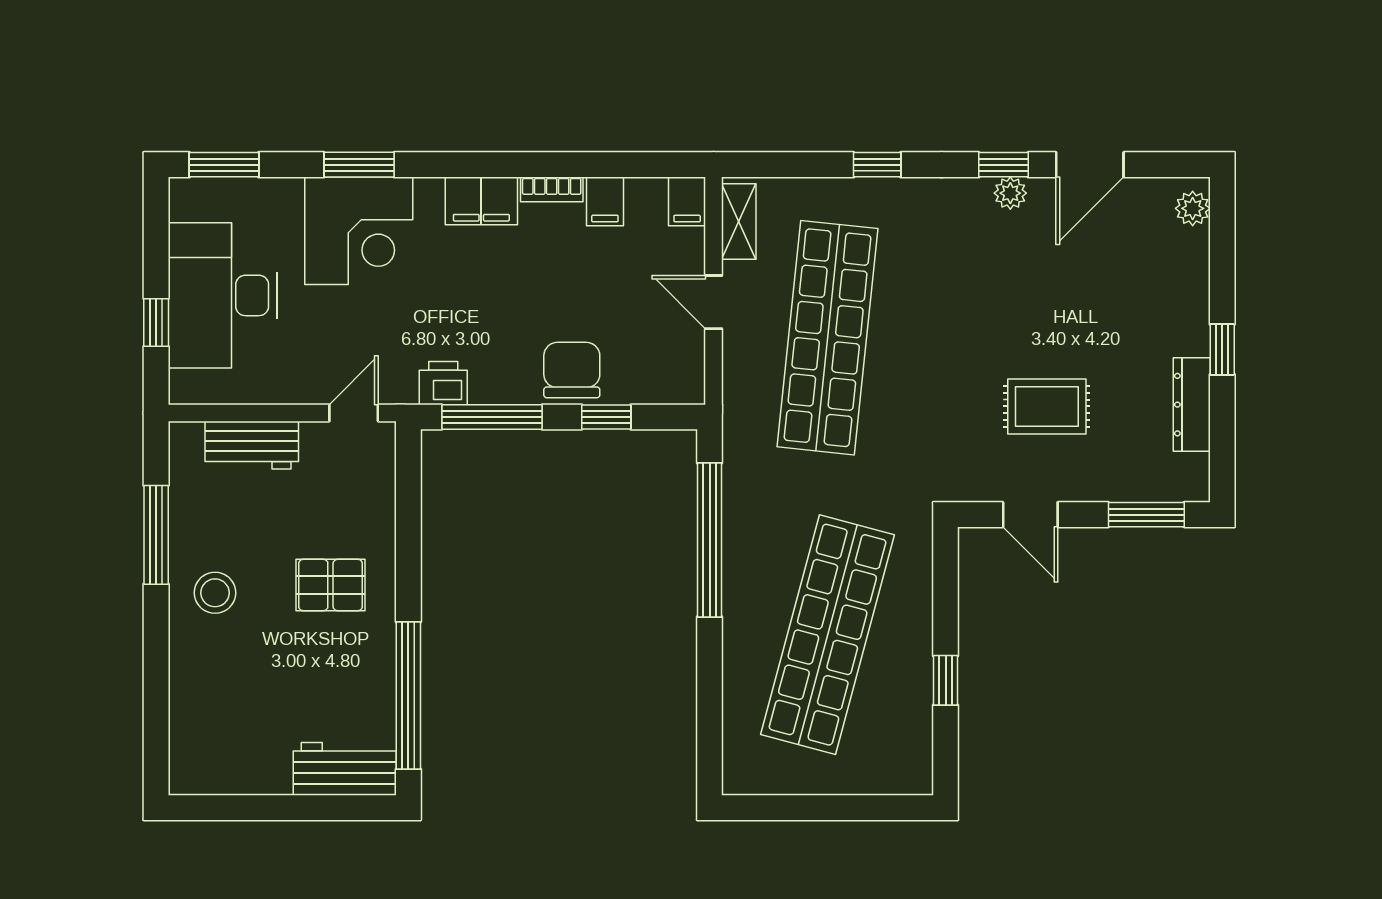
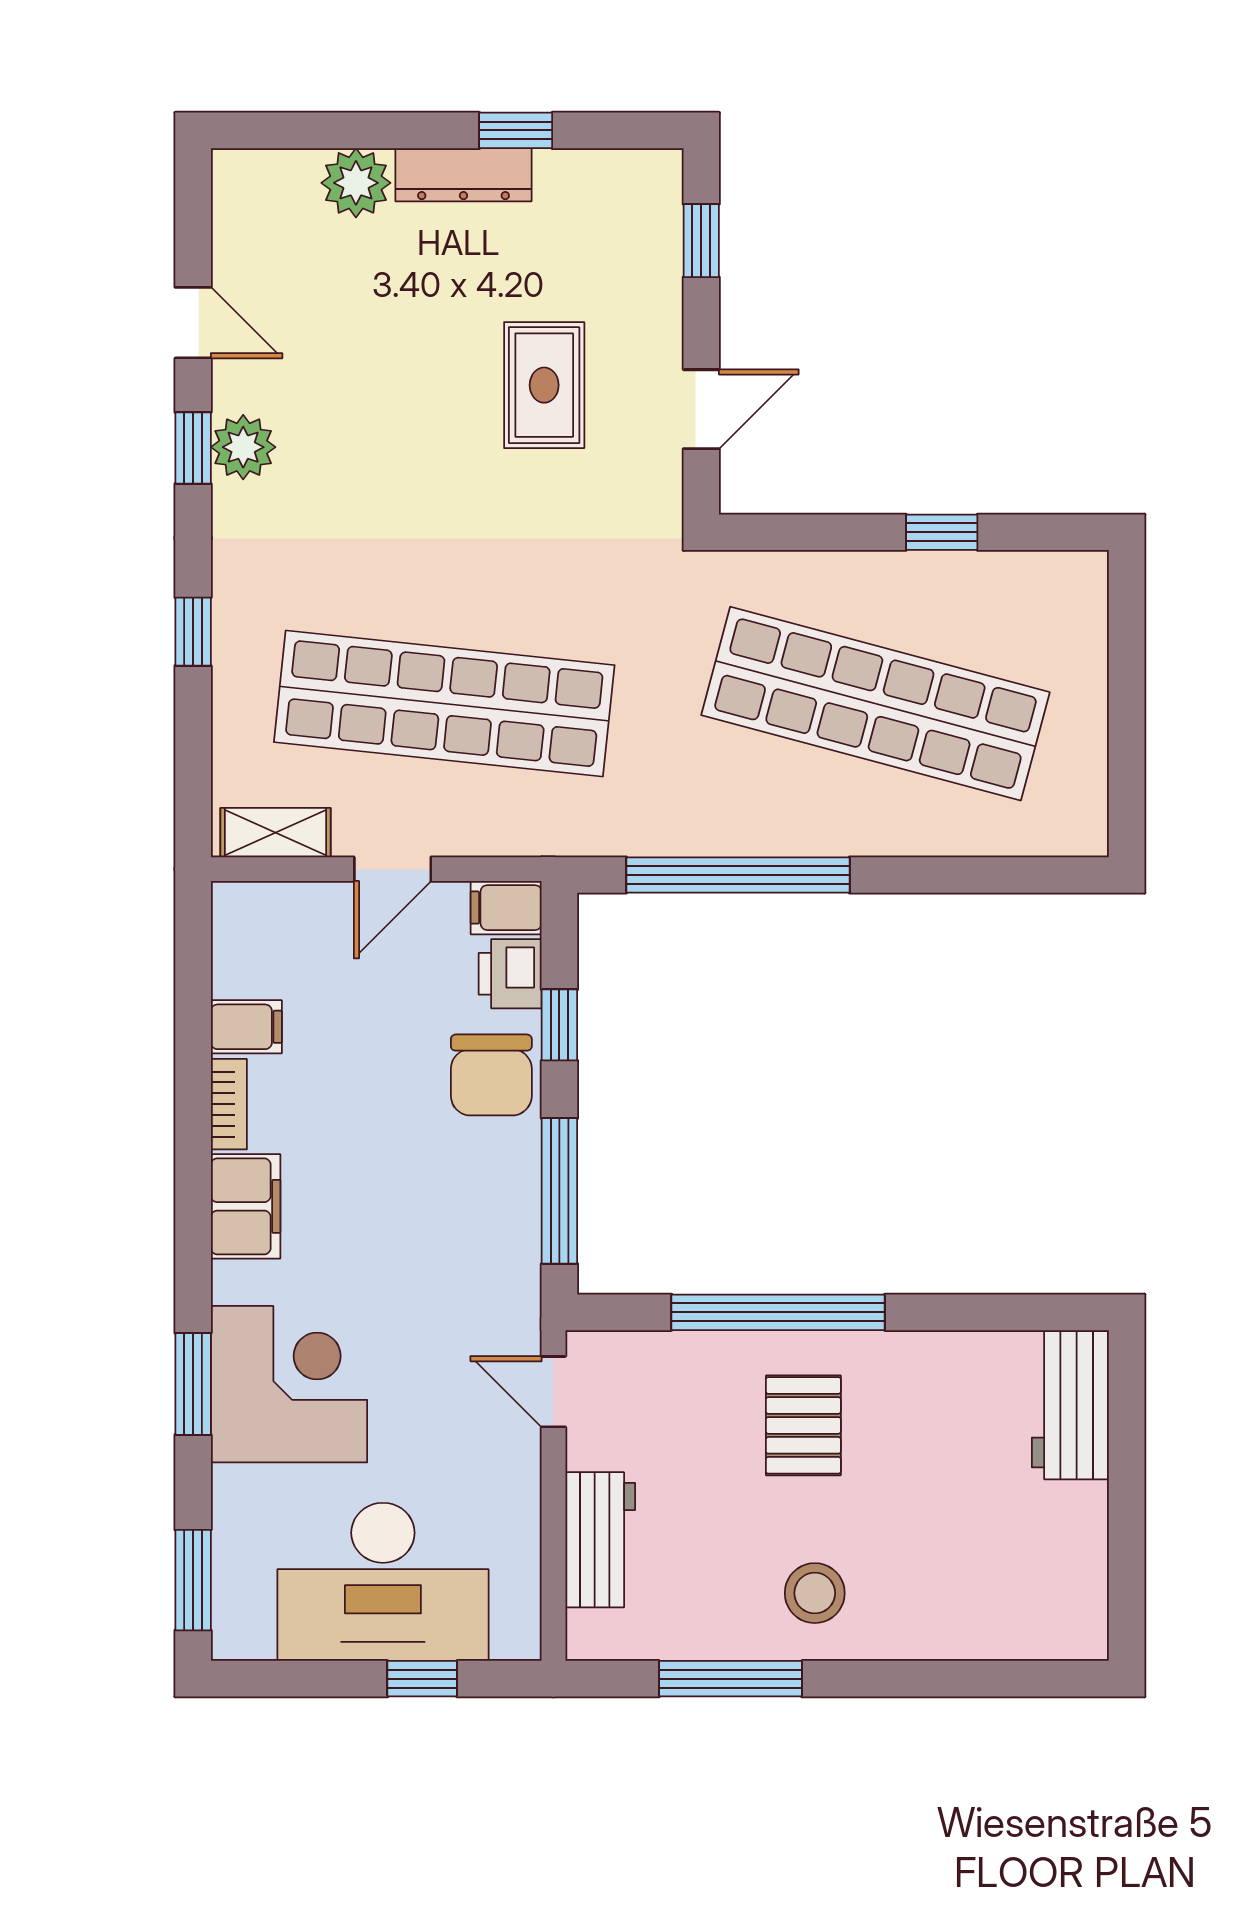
door: (1090, 165) -> (193, 323), width x0.73
plant: (1010, 193) -> (243, 447), width x1.38, depth x1.38
filing cabinet: (687, 201) -> (506, 908), moved, turned 180
plant: (1193, 208) -> (356, 183), moved, width x1.38, depth x1.38
window: (1222, 349) -> (516, 130), moved
chair: (572, 370) -> (491, 1075), turned -90
printer: (443, 383) -> (510, 974), moved
dresser: (1192, 405) -> (463, 175), moved
window: (1146, 515) -> (701, 241), width x0.67
window: (408, 696) -> (778, 1312), moved

